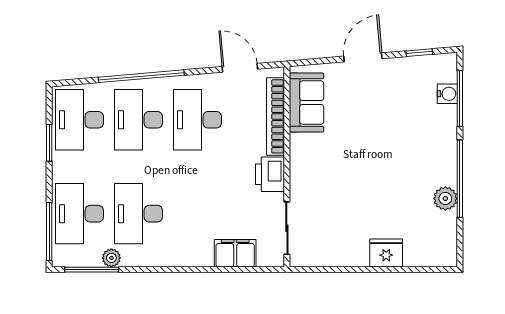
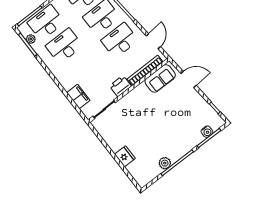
door: (363, 57) -> (189, 79), moved
plant: (111, 258) -> (31, 39), moved

